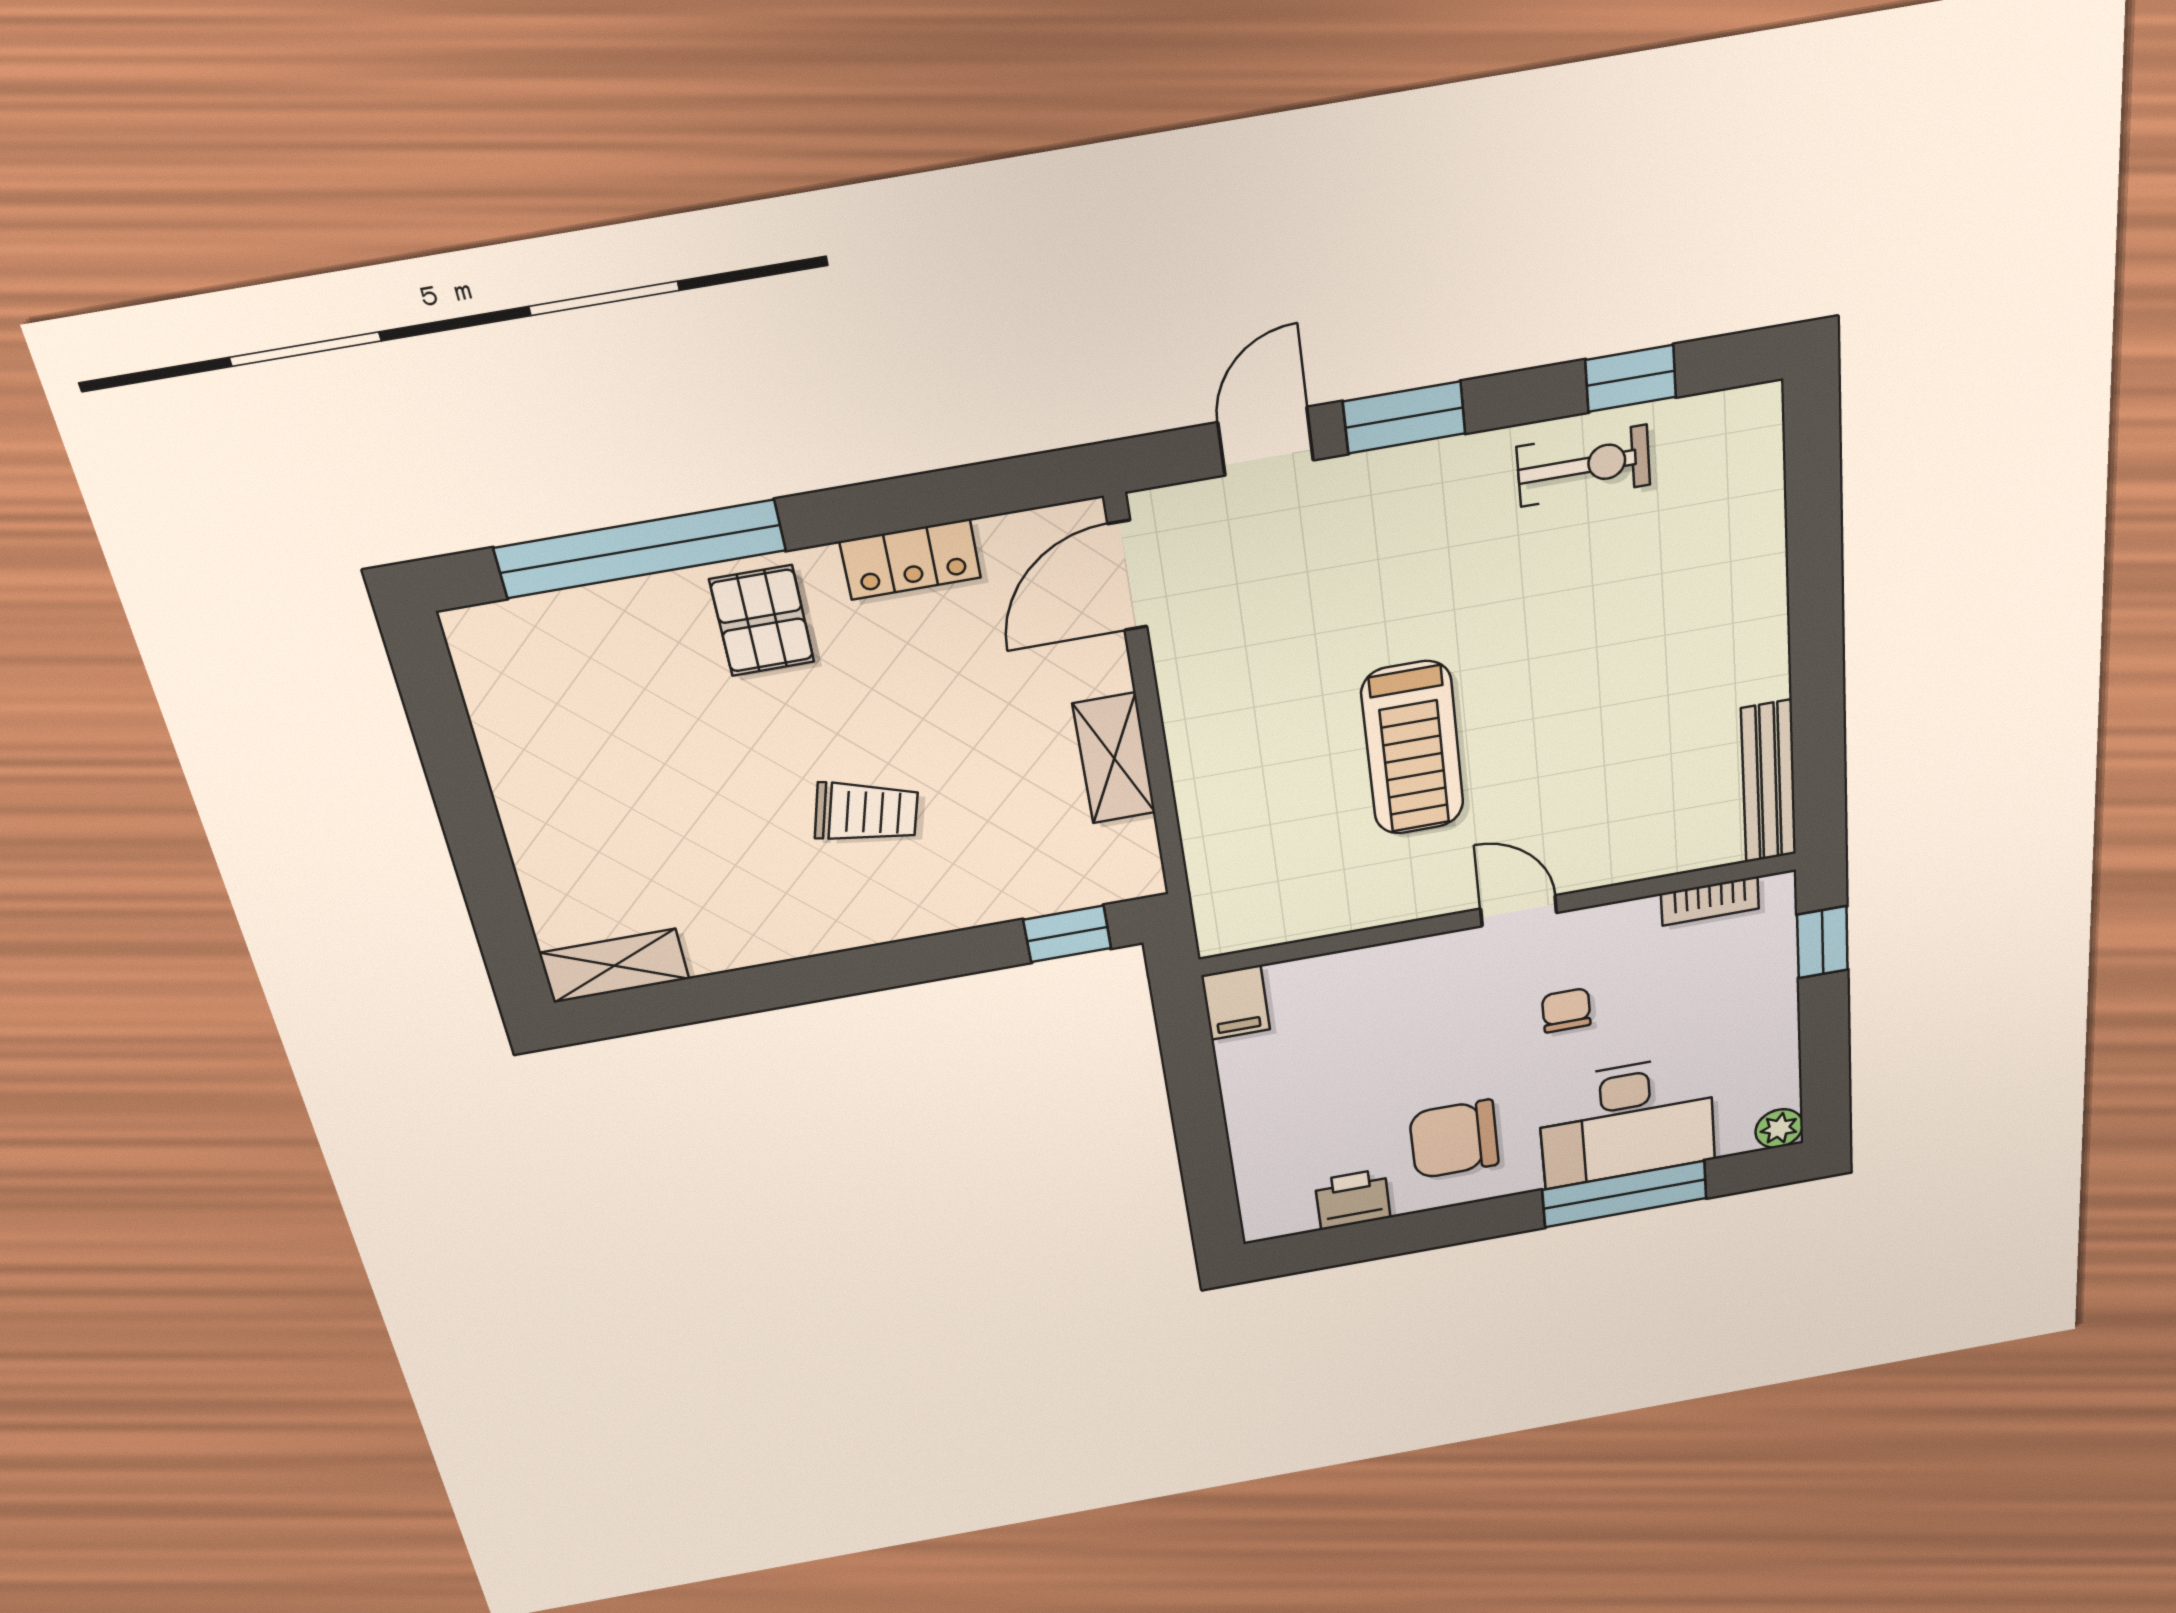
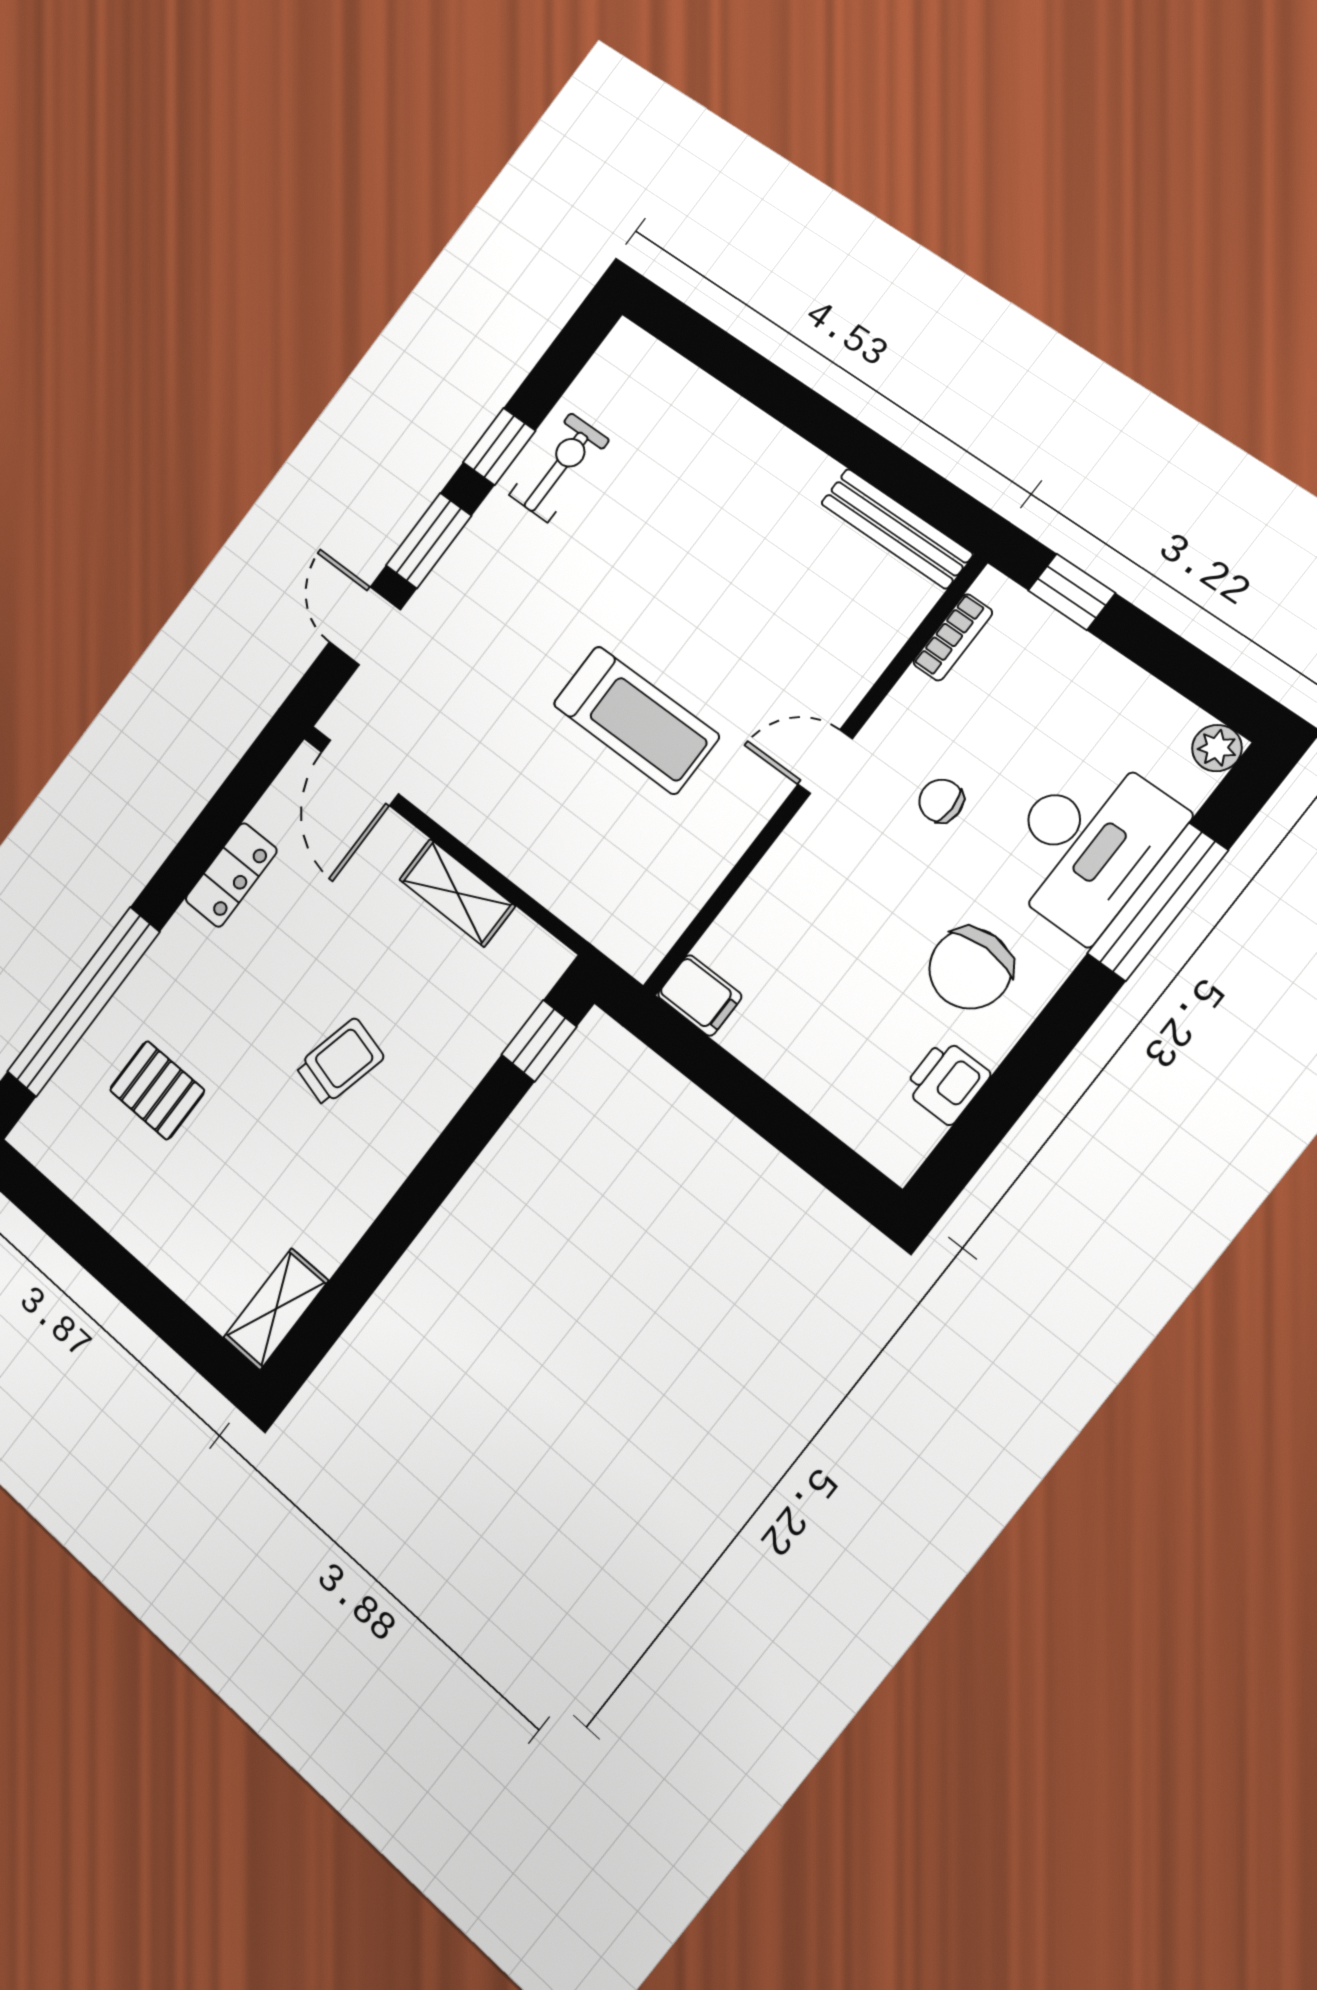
window: (1631, 378) -> (499, 447), moved
pallet: (762, 621) -> (157, 1090), moved

